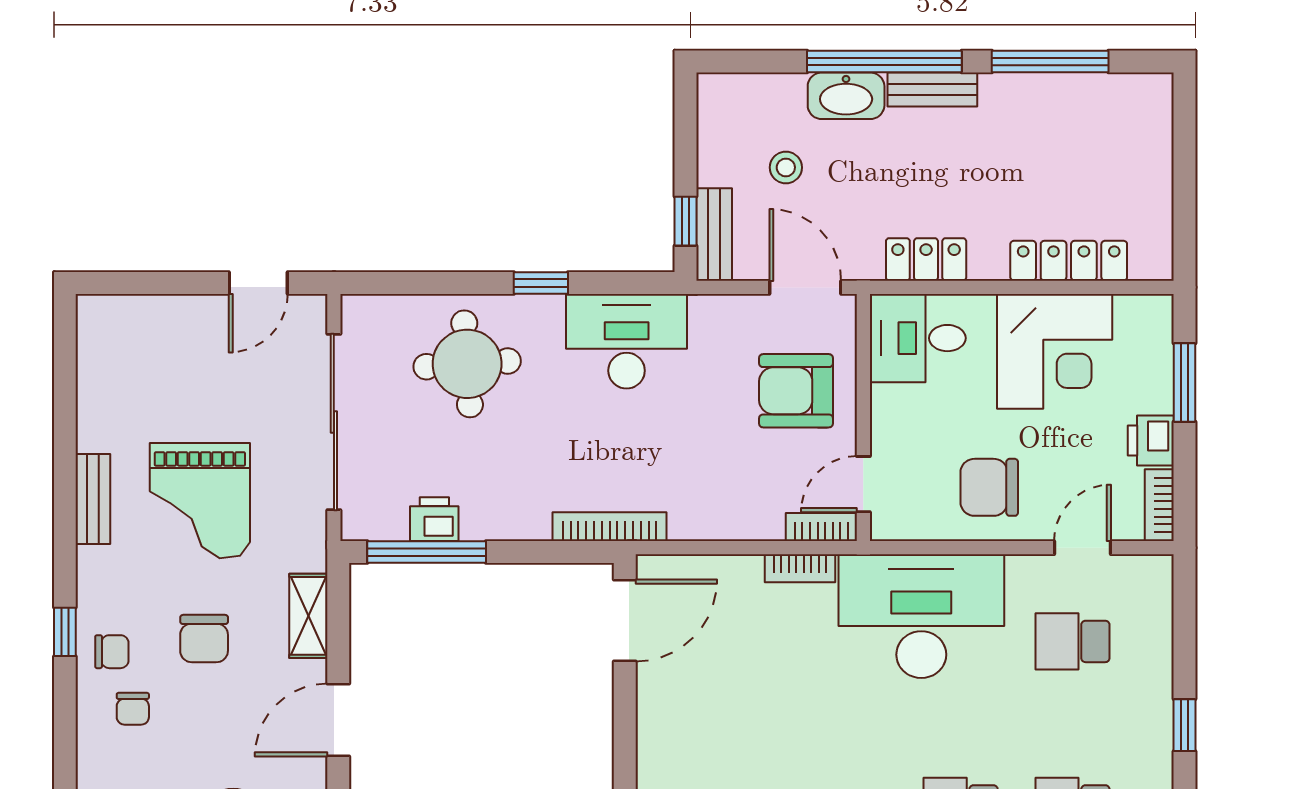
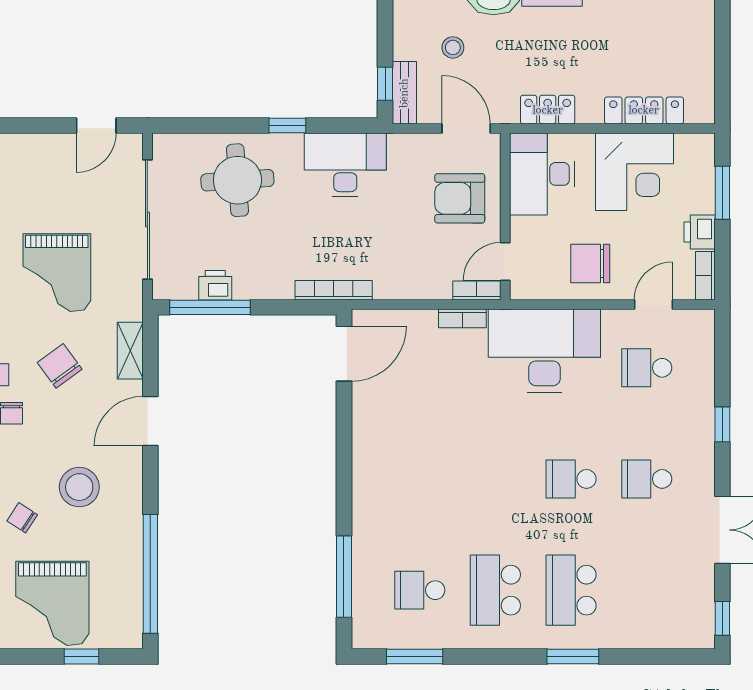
desk: (918, 338) -> (542, 174), width x1.37
chair: (204, 639) -> (60, 366), turned 144

